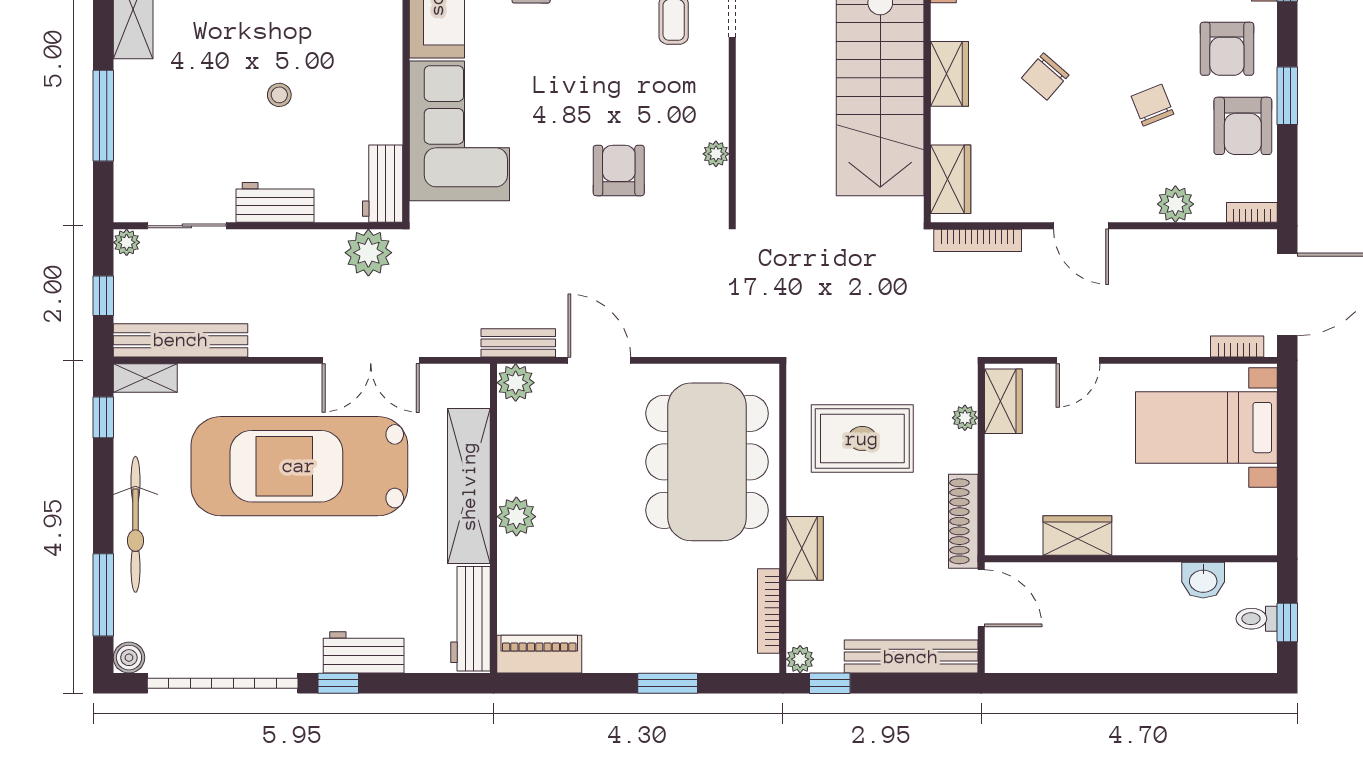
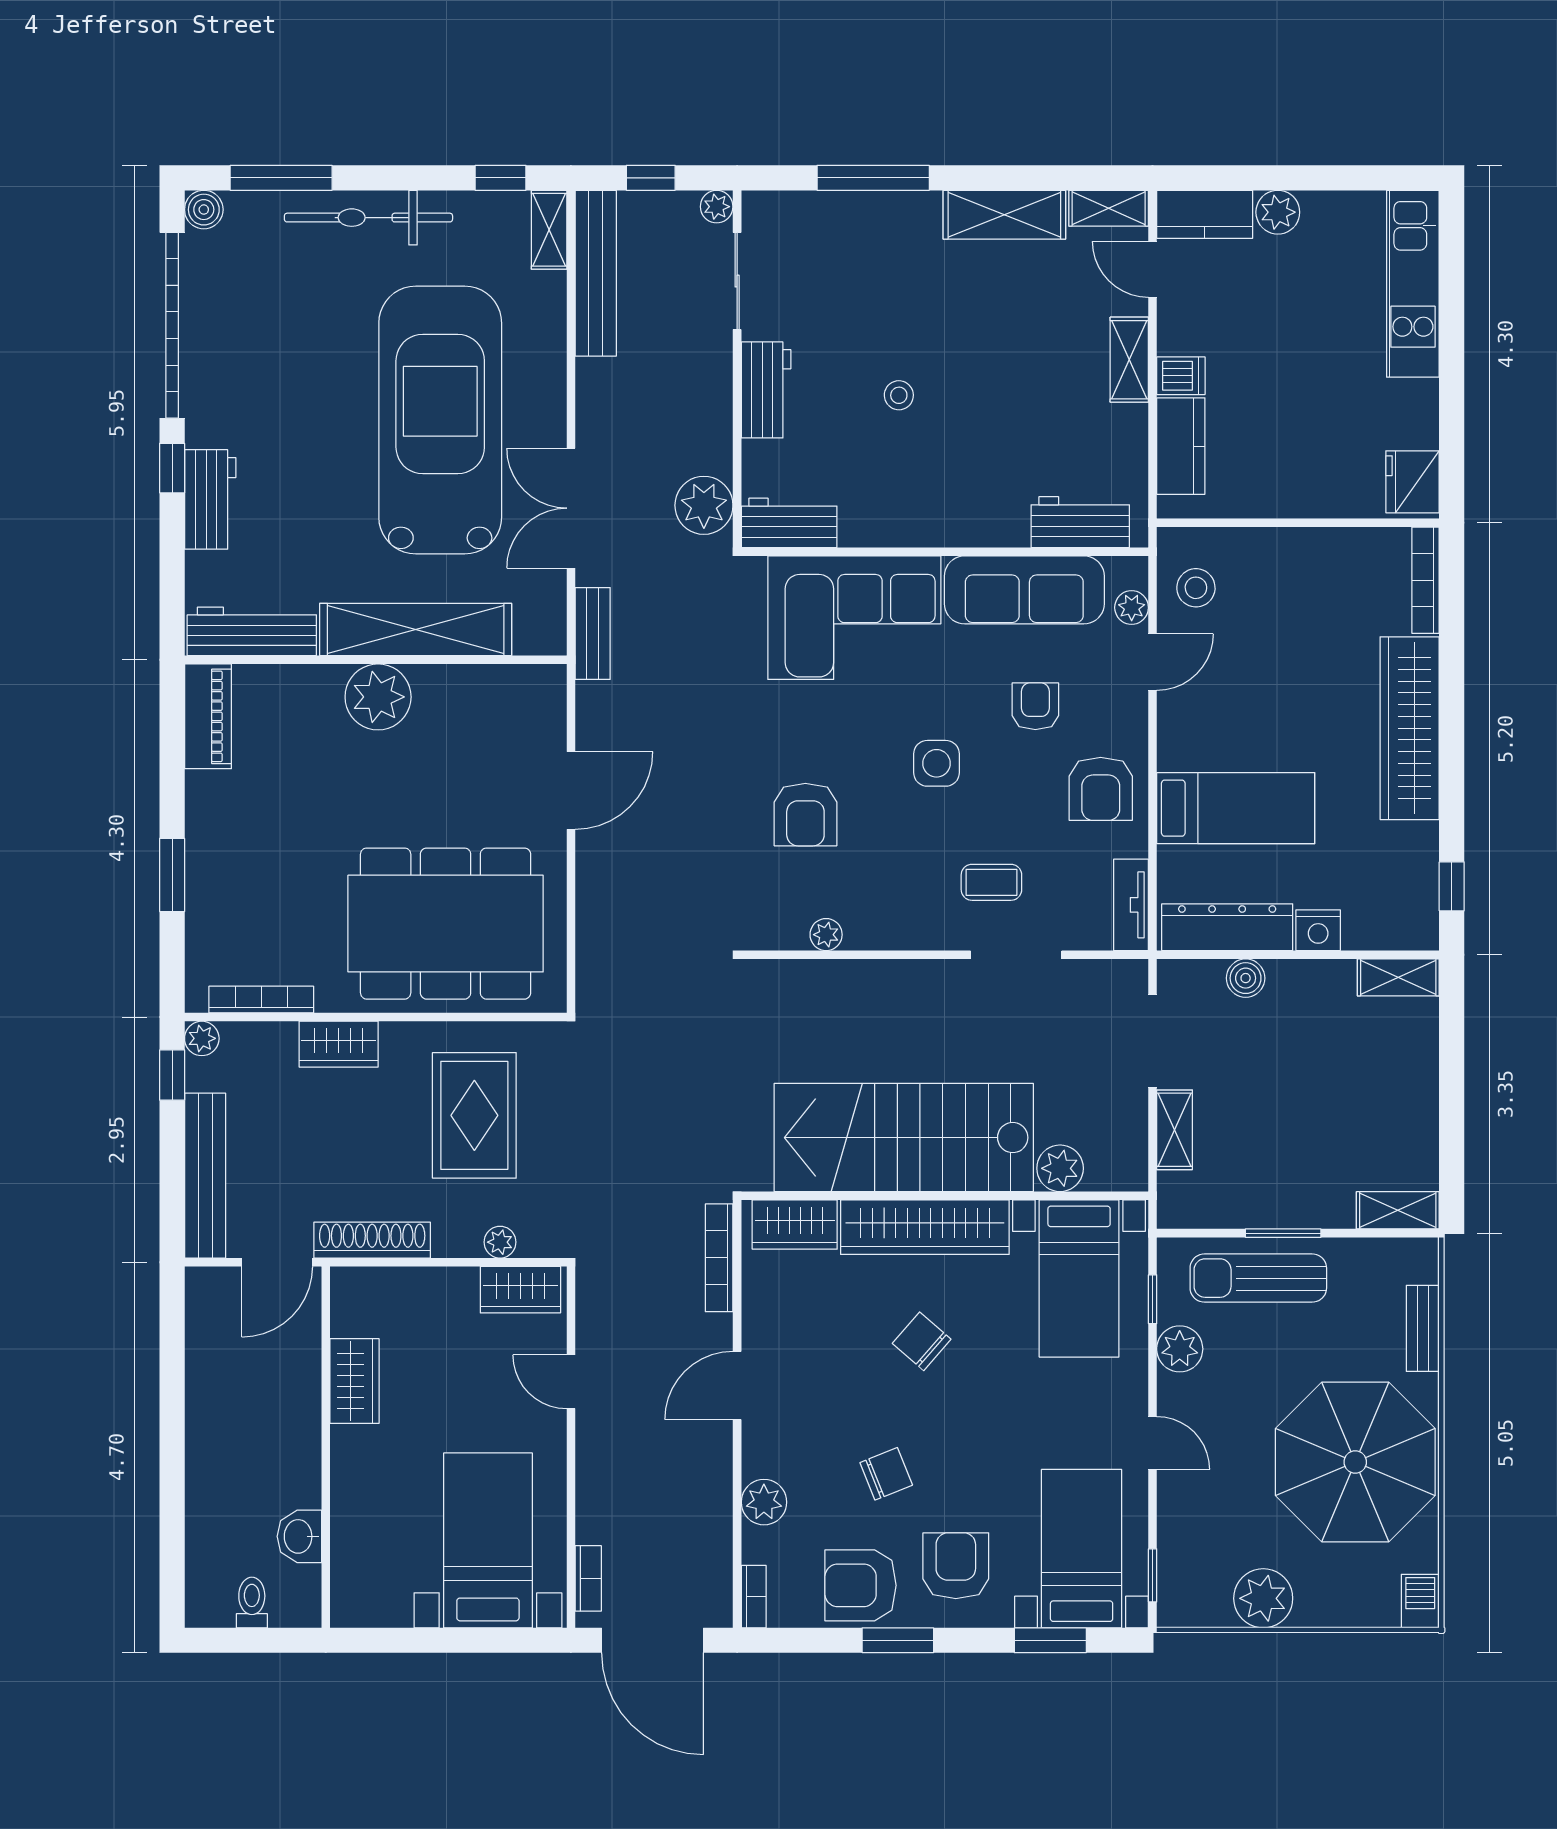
armchair: (1227, 49) -> (956, 1566), turned 90
side table: (577, 64) -> (937, 763), added
wardrobe: (950, 74) -> (925, 1227), width x2.10, depth x1.17
armchair: (619, 170) -> (805, 815), turned 90
bench: (518, 343) -> (593, 634), moved
plant: (516, 383) -> (543, 687), removed
plant: (516, 517) -> (378, 697), width x1.36, depth x1.36
window: (1287, 622) -> (247, 1640), removed

